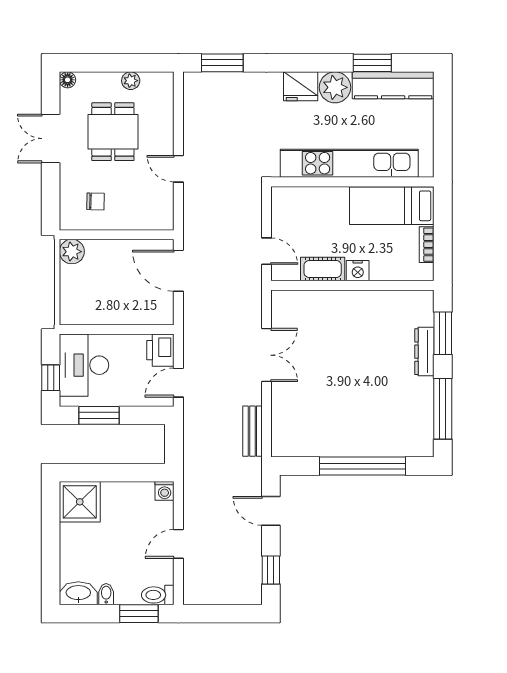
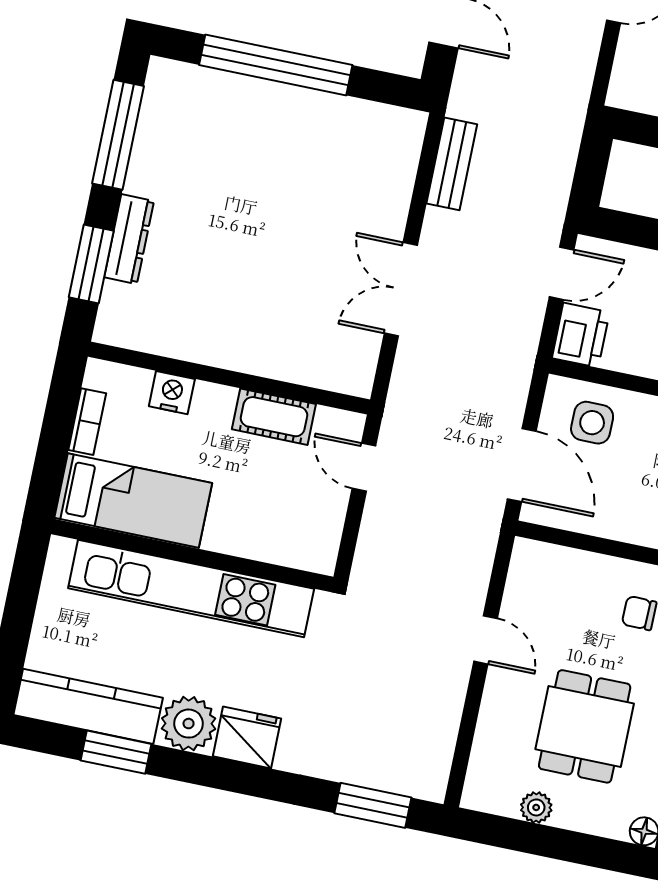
nightstand: (358, 271) -> (172, 393), moved
side table: (144, 303) -> (592, 423), added
washing machine: (165, 491) -> (624, 93), removed

